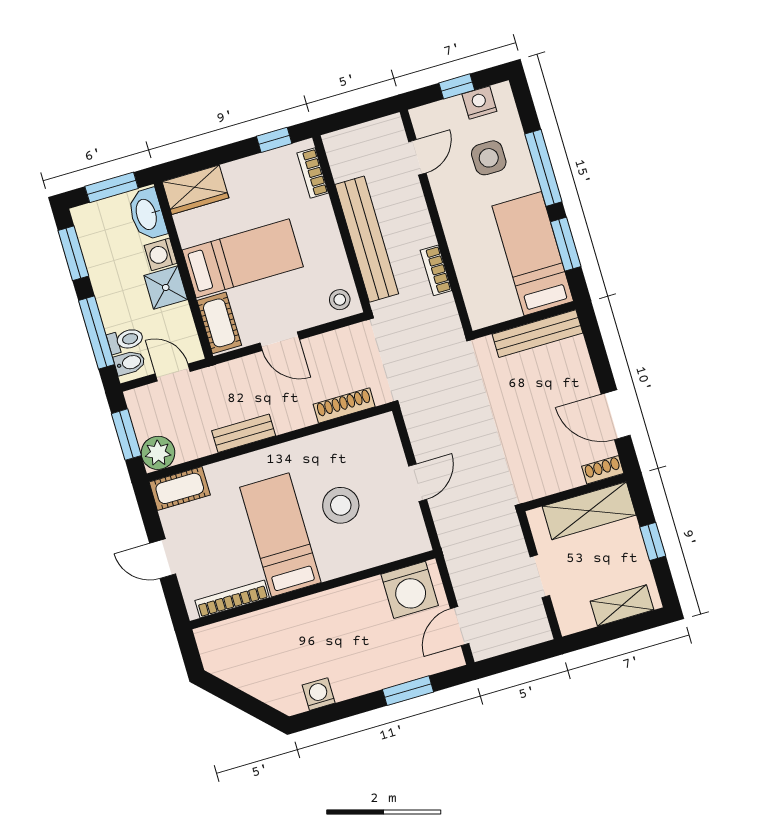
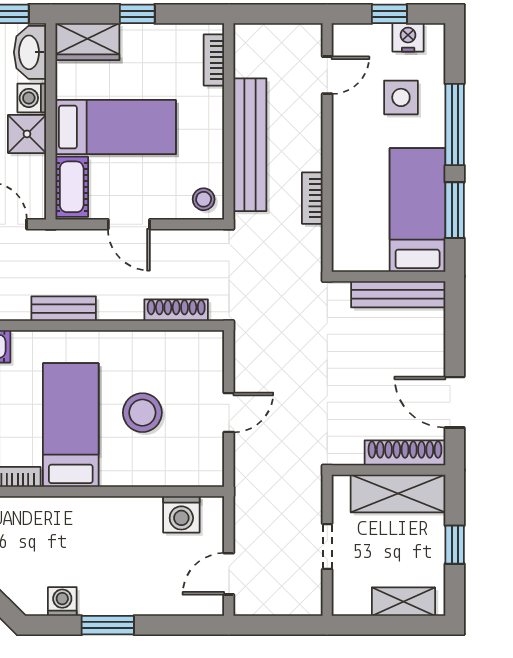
window: (274, 140) -> (137, 14), moved
shoe rack: (603, 470) -> (405, 453), width x1.94, depth x1.24
washing machine: (410, 590) -> (181, 514), width x0.73, depth x0.73
window: (408, 691) -> (108, 625), moved

